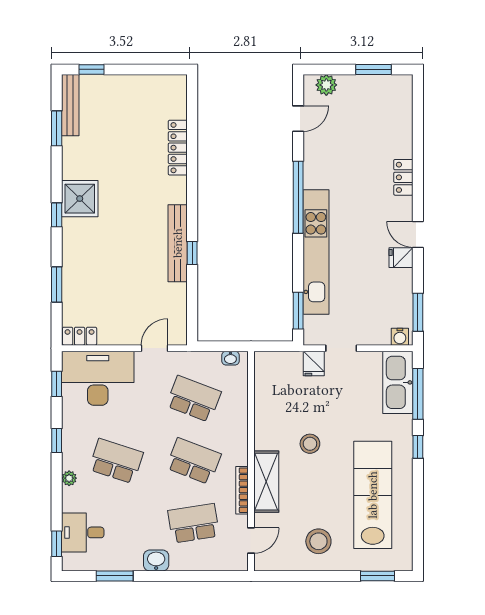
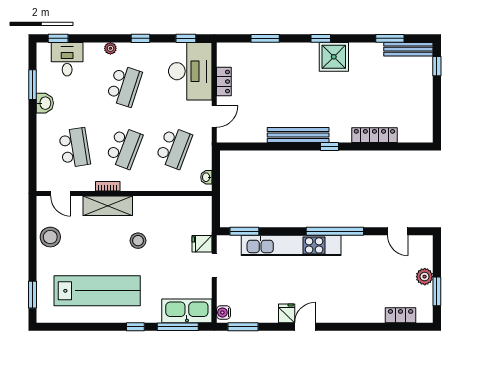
plant: (326, 85) -> (425, 277), moved
locker: (403, 177) -> (401, 315), moved
window: (192, 253) -> (329, 147), moved
locker: (80, 336) -> (224, 82), moved
door: (155, 348) -> (214, 117), hinge flipped
bookcase: (242, 490) -> (108, 186), width x0.64
stool: (318, 541) -> (50, 237), moved
washbasin: (156, 560) -> (45, 103), moved

